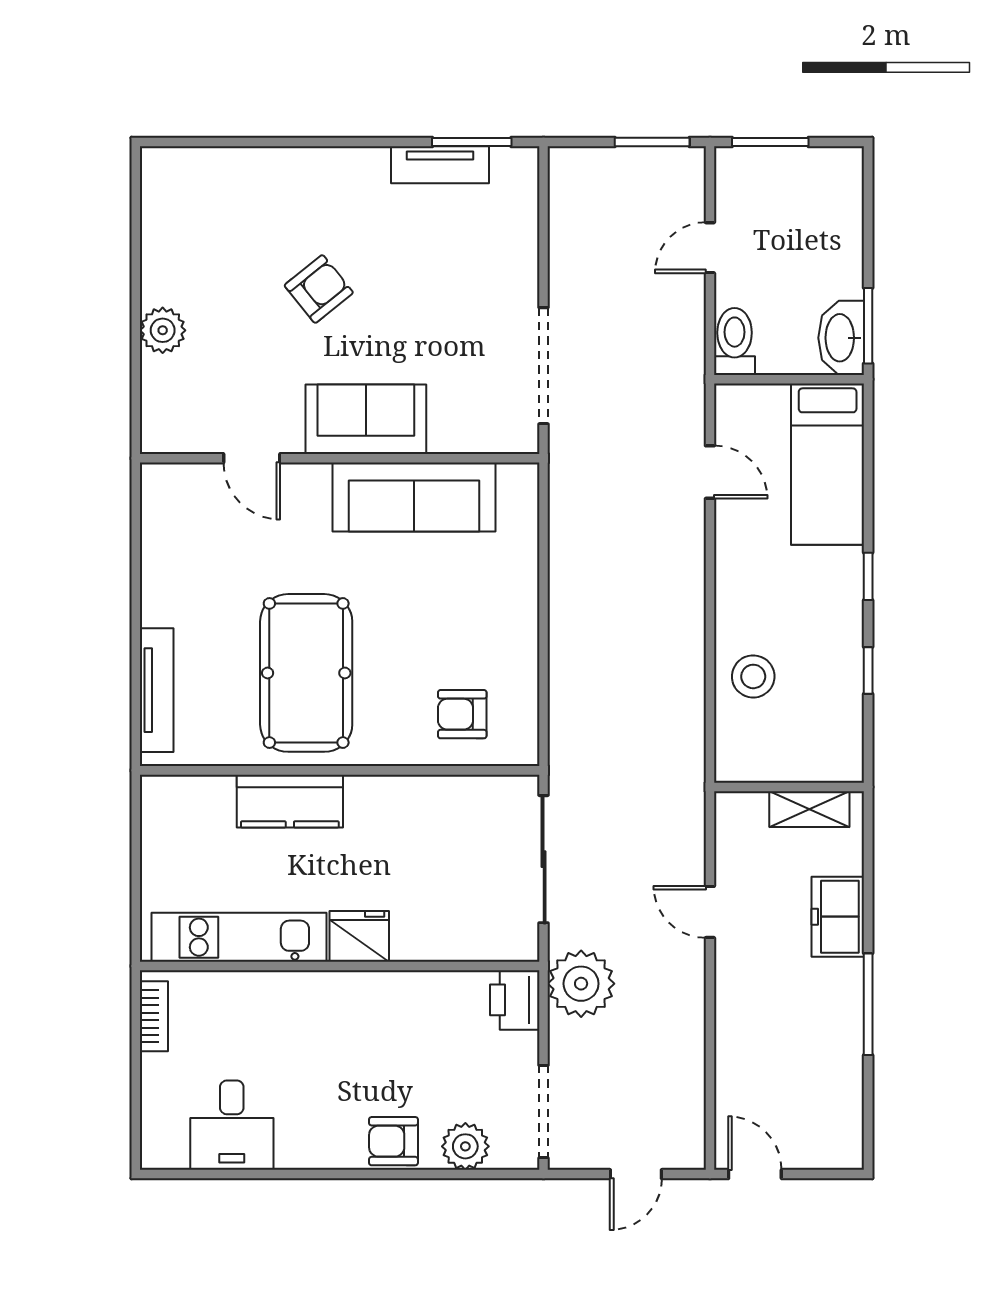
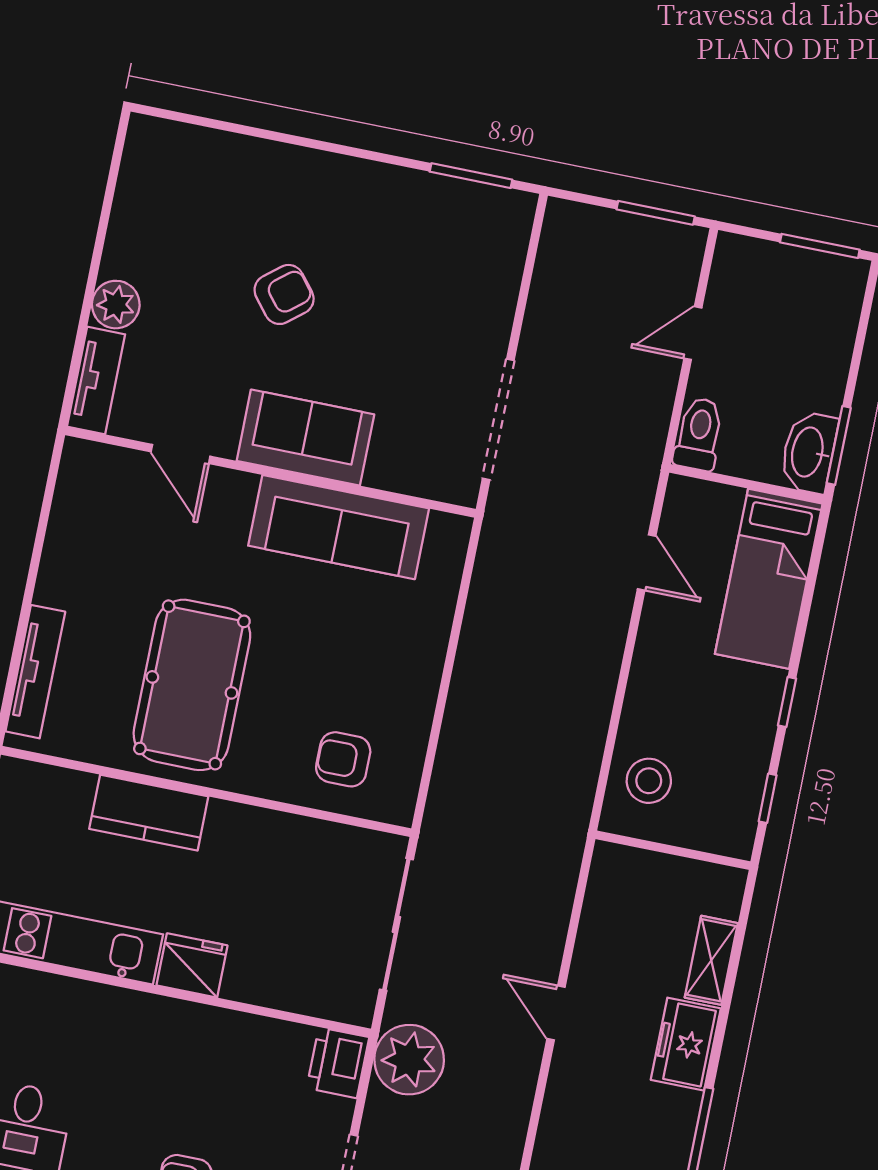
window: (770, 142) -> (820, 246), moved
tv unit: (440, 165) -> (96, 380), moved, turned -90
wall: (789, 787) -> (673, 850), moved
shelving: (809, 809) -> (711, 960), moved, turned 90

